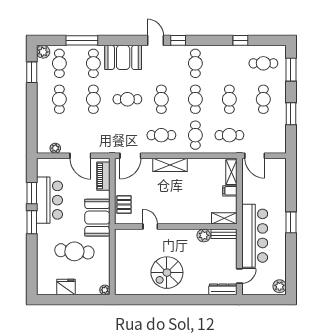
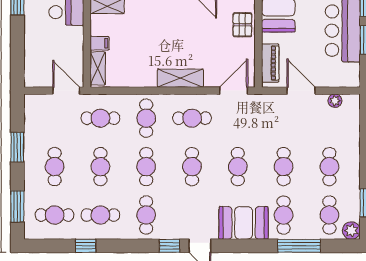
cafe table: (229, 63) -> (100, 215), added
cafe table: (127, 99) -> (238, 167), turned 90

